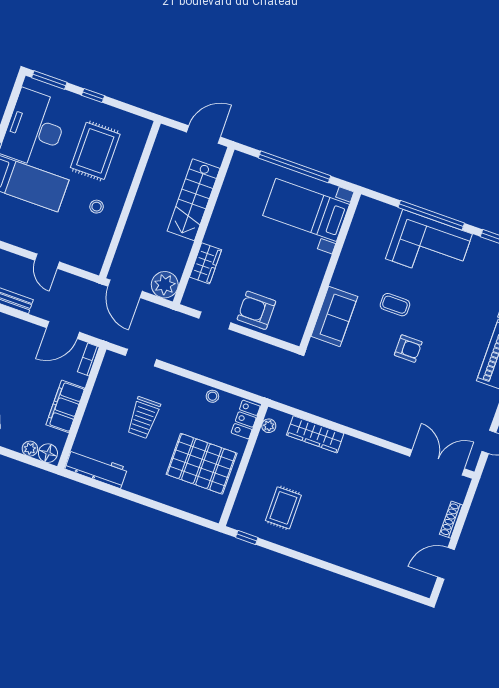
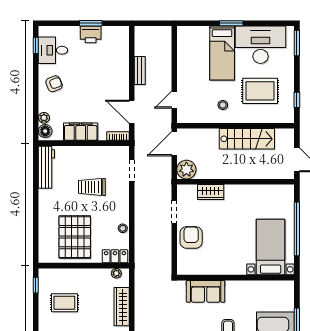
window: (93, 95) -> (297, 100), moved
stairs: (194, 200) -> (247, 139), moved, turned 180
door: (47, 261) -> (174, 100), moved

